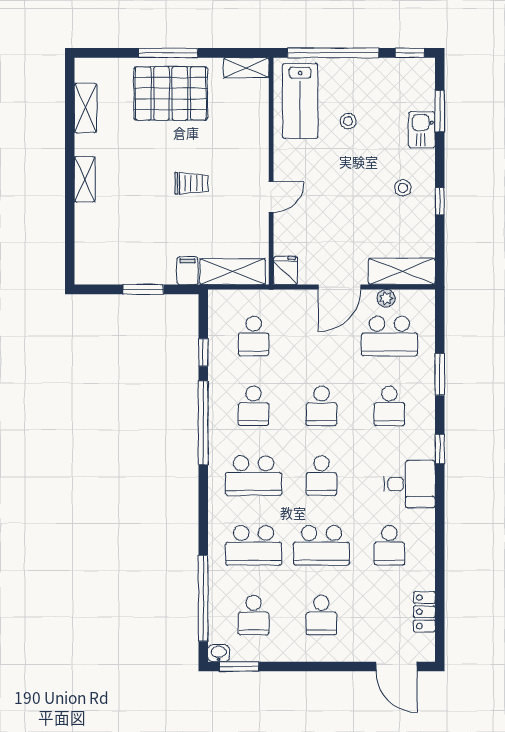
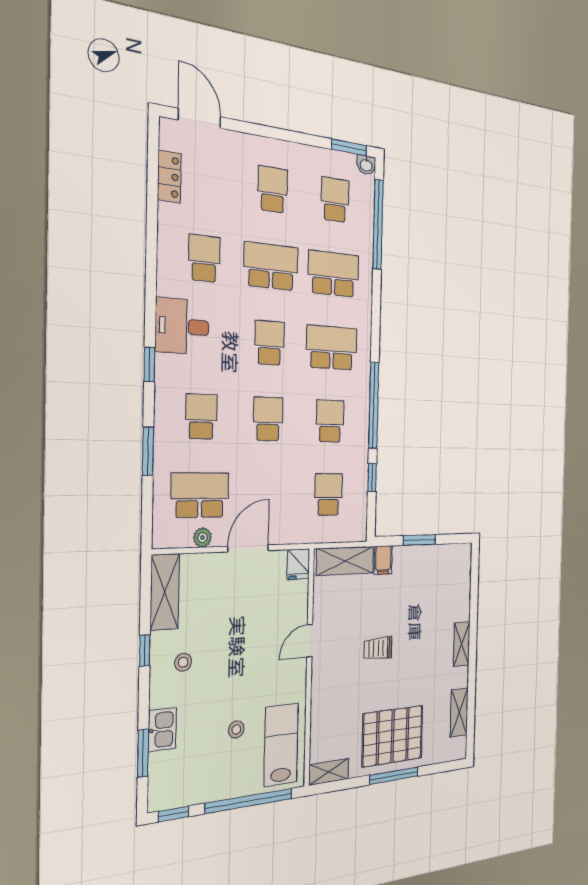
shelving: (402, 271) -> (165, 592), moved, turned 90

